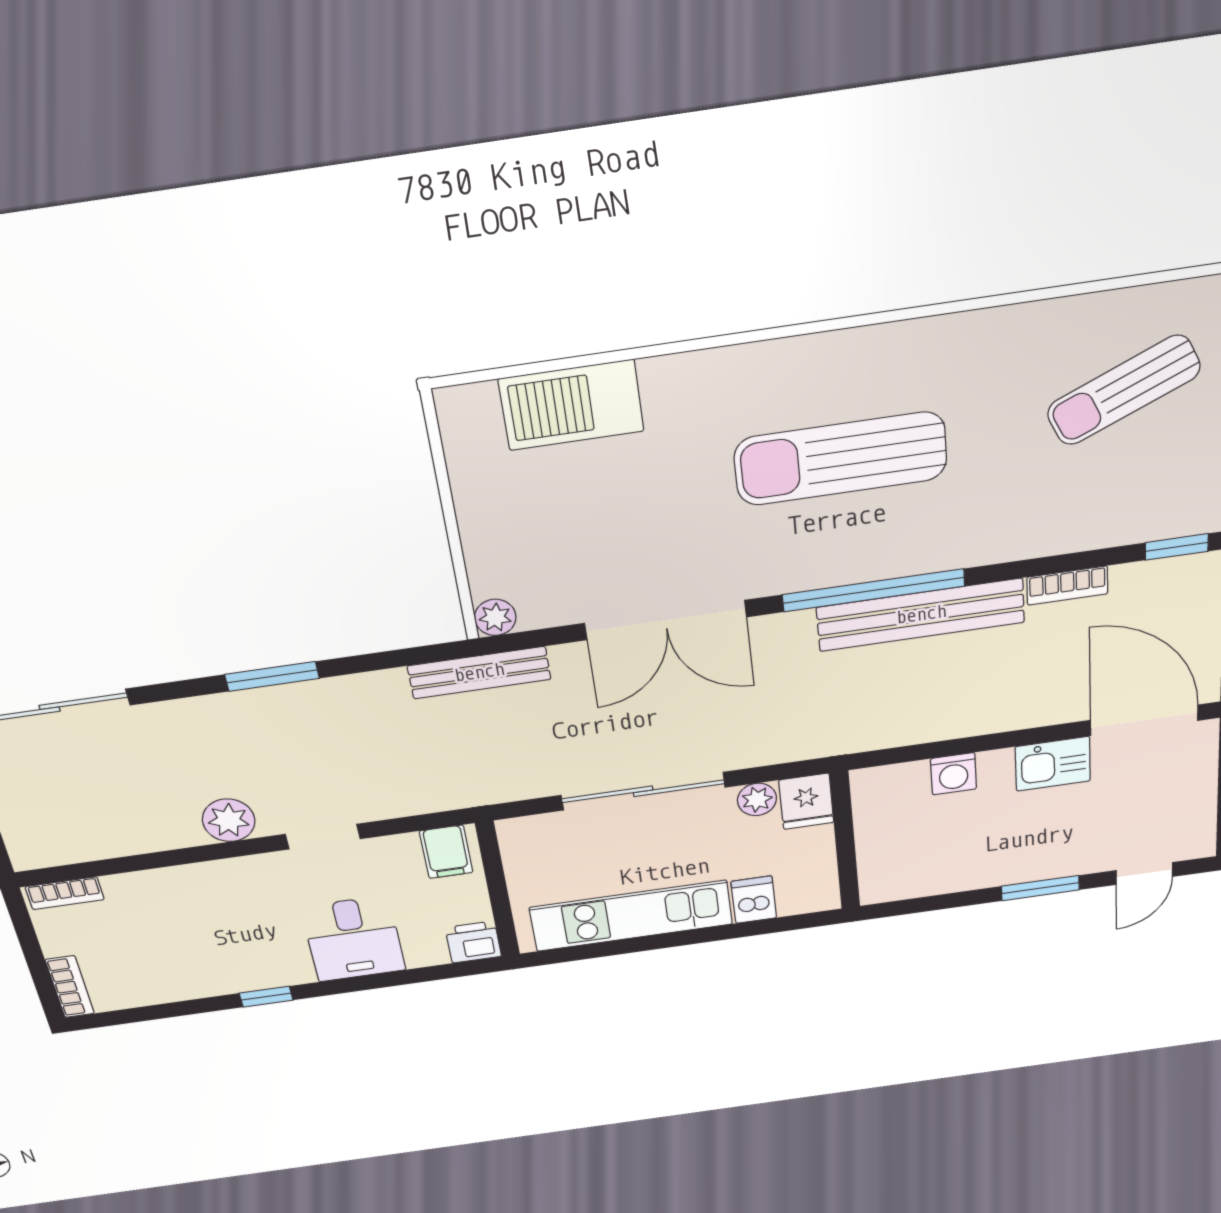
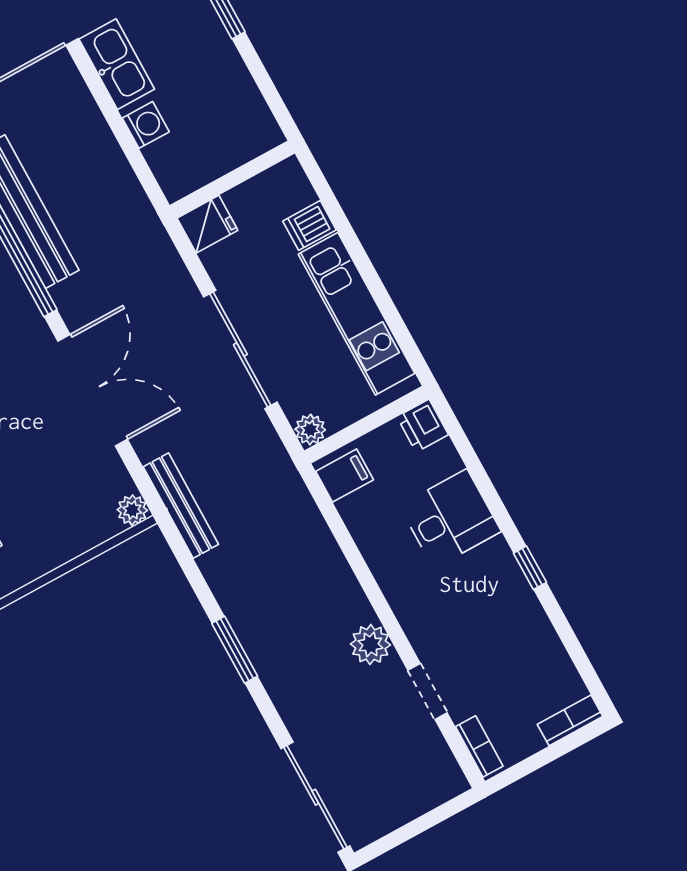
kitchen sink: (1053, 764) -> (117, 64), width x1.38
plant: (757, 799) -> (310, 430), moved
doorway: (323, 837) -> (428, 691), moved

